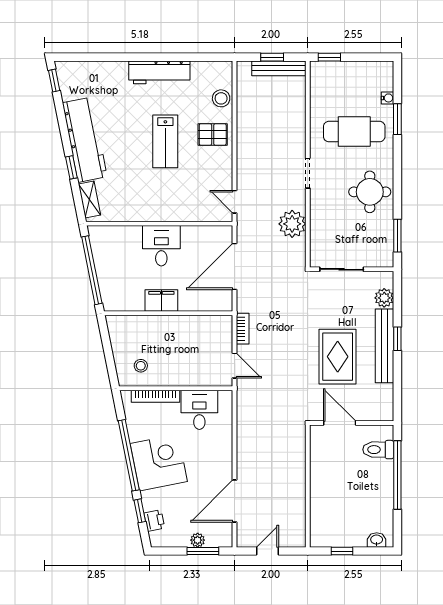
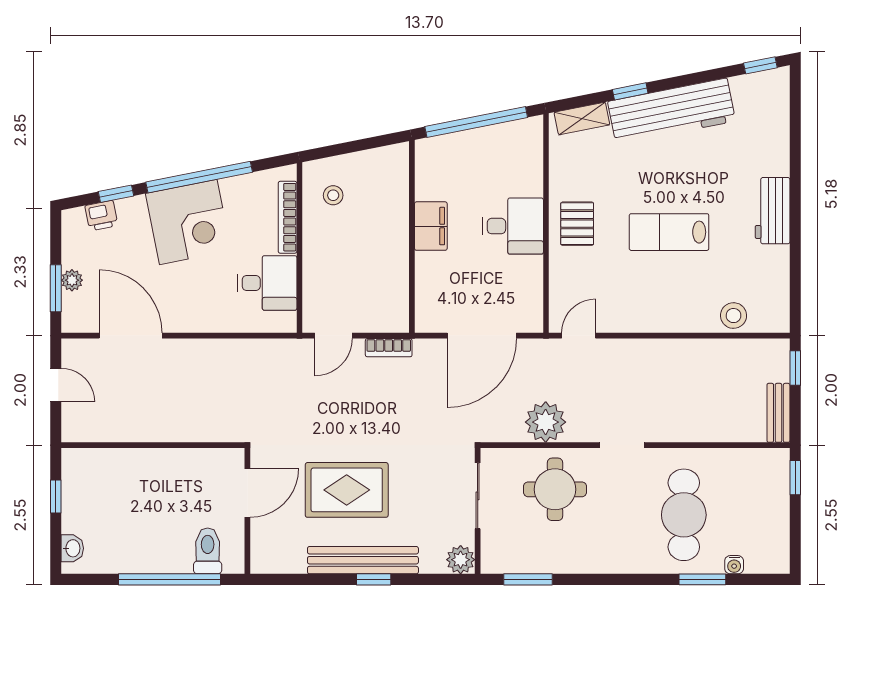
window: (272, 57) -> (795, 368), moved
bench: (279, 68) -> (778, 413), width x0.73
workbench: (159, 72) -> (773, 211), width x0.73
pallet: (213, 134) -> (577, 224), moved
round table: (370, 192) -> (555, 489), moved
door: (235, 266) -> (482, 336), swing flipped
plant: (384, 298) -> (461, 560), moved

